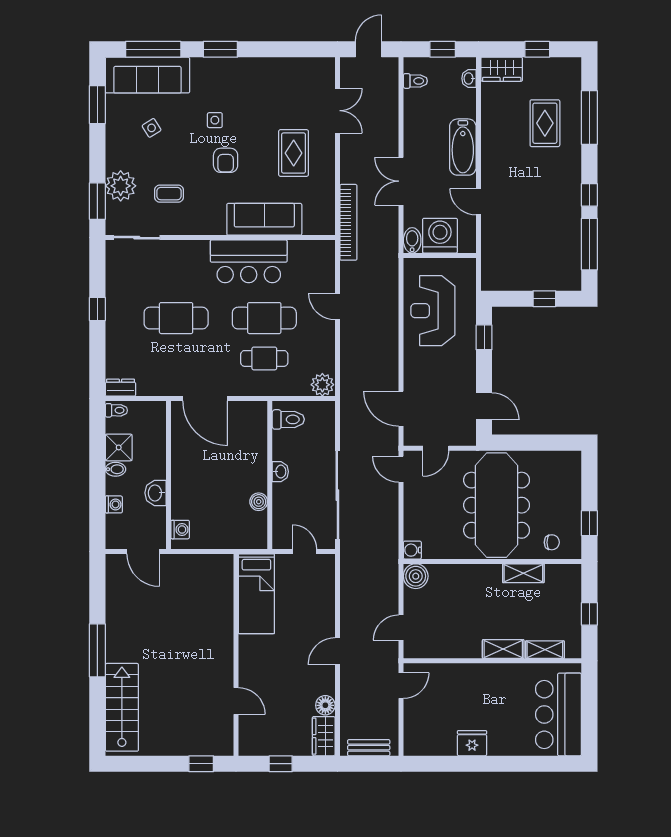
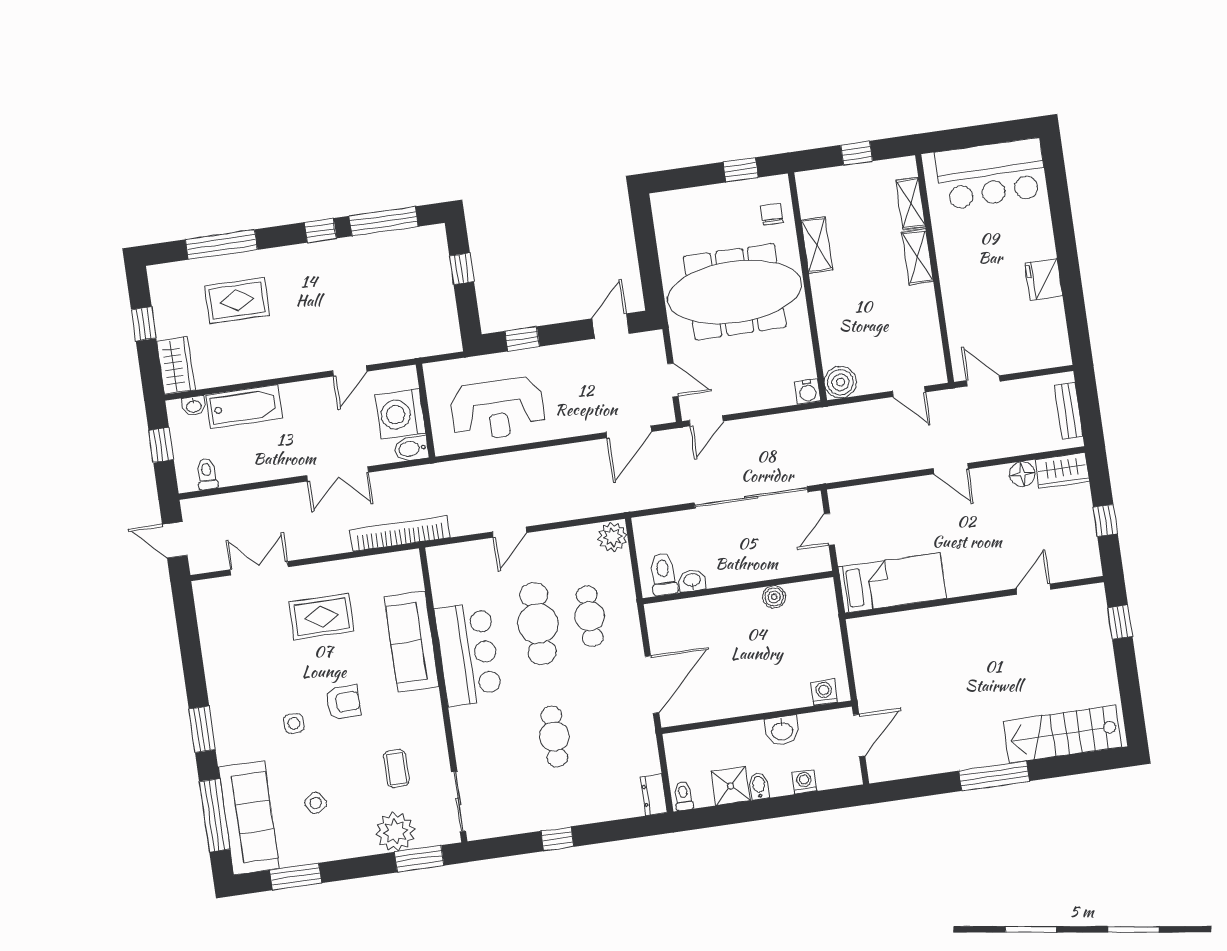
bathtub: (463, 147) -> (244, 407), moved
cafe table: (176, 318) -> (554, 736), width x0.73, depth x0.74
washbasin: (280, 472) -> (692, 580), moved

